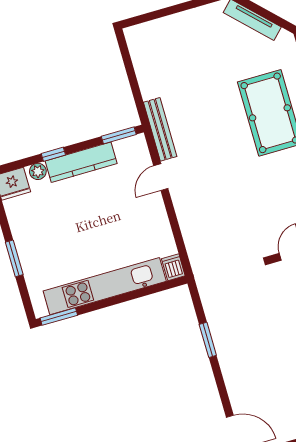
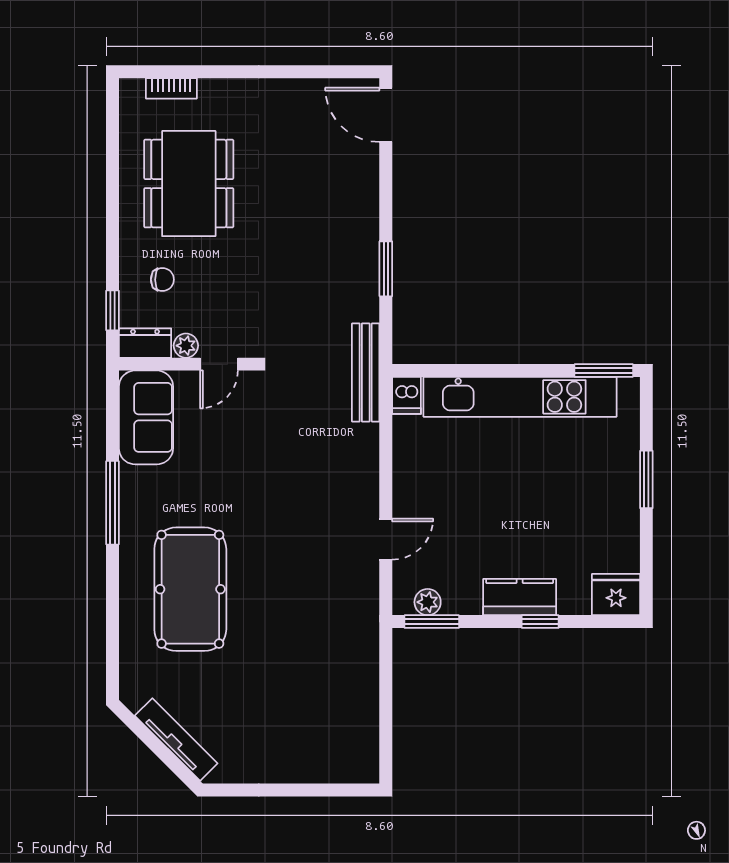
bench: (160, 129) -> (366, 372), moved
kitchen counter: (81, 162) -> (520, 597), width x0.67
plant: (38, 171) -> (428, 602), moved

